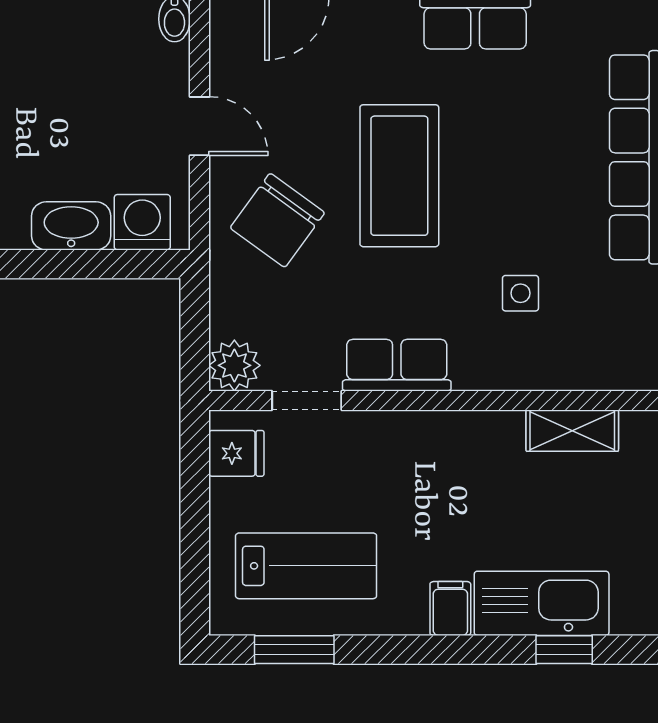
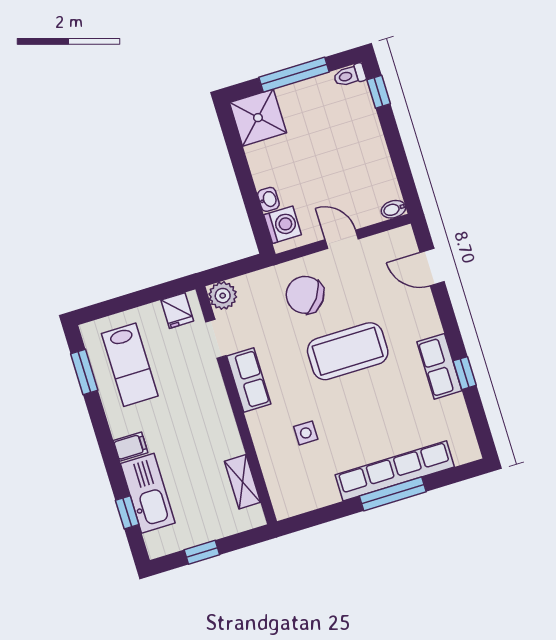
door: (199, 126) -> (342, 239), swing flipped
washbasin: (71, 226) -> (268, 199), width x0.52, depth x0.69

